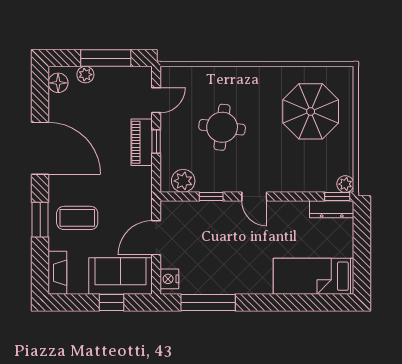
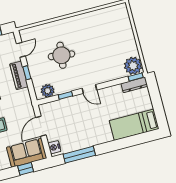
parasol: (311, 111) -> (108, 34), removed
plant: (345, 184) -> (133, 66), width x1.88, depth x1.88

